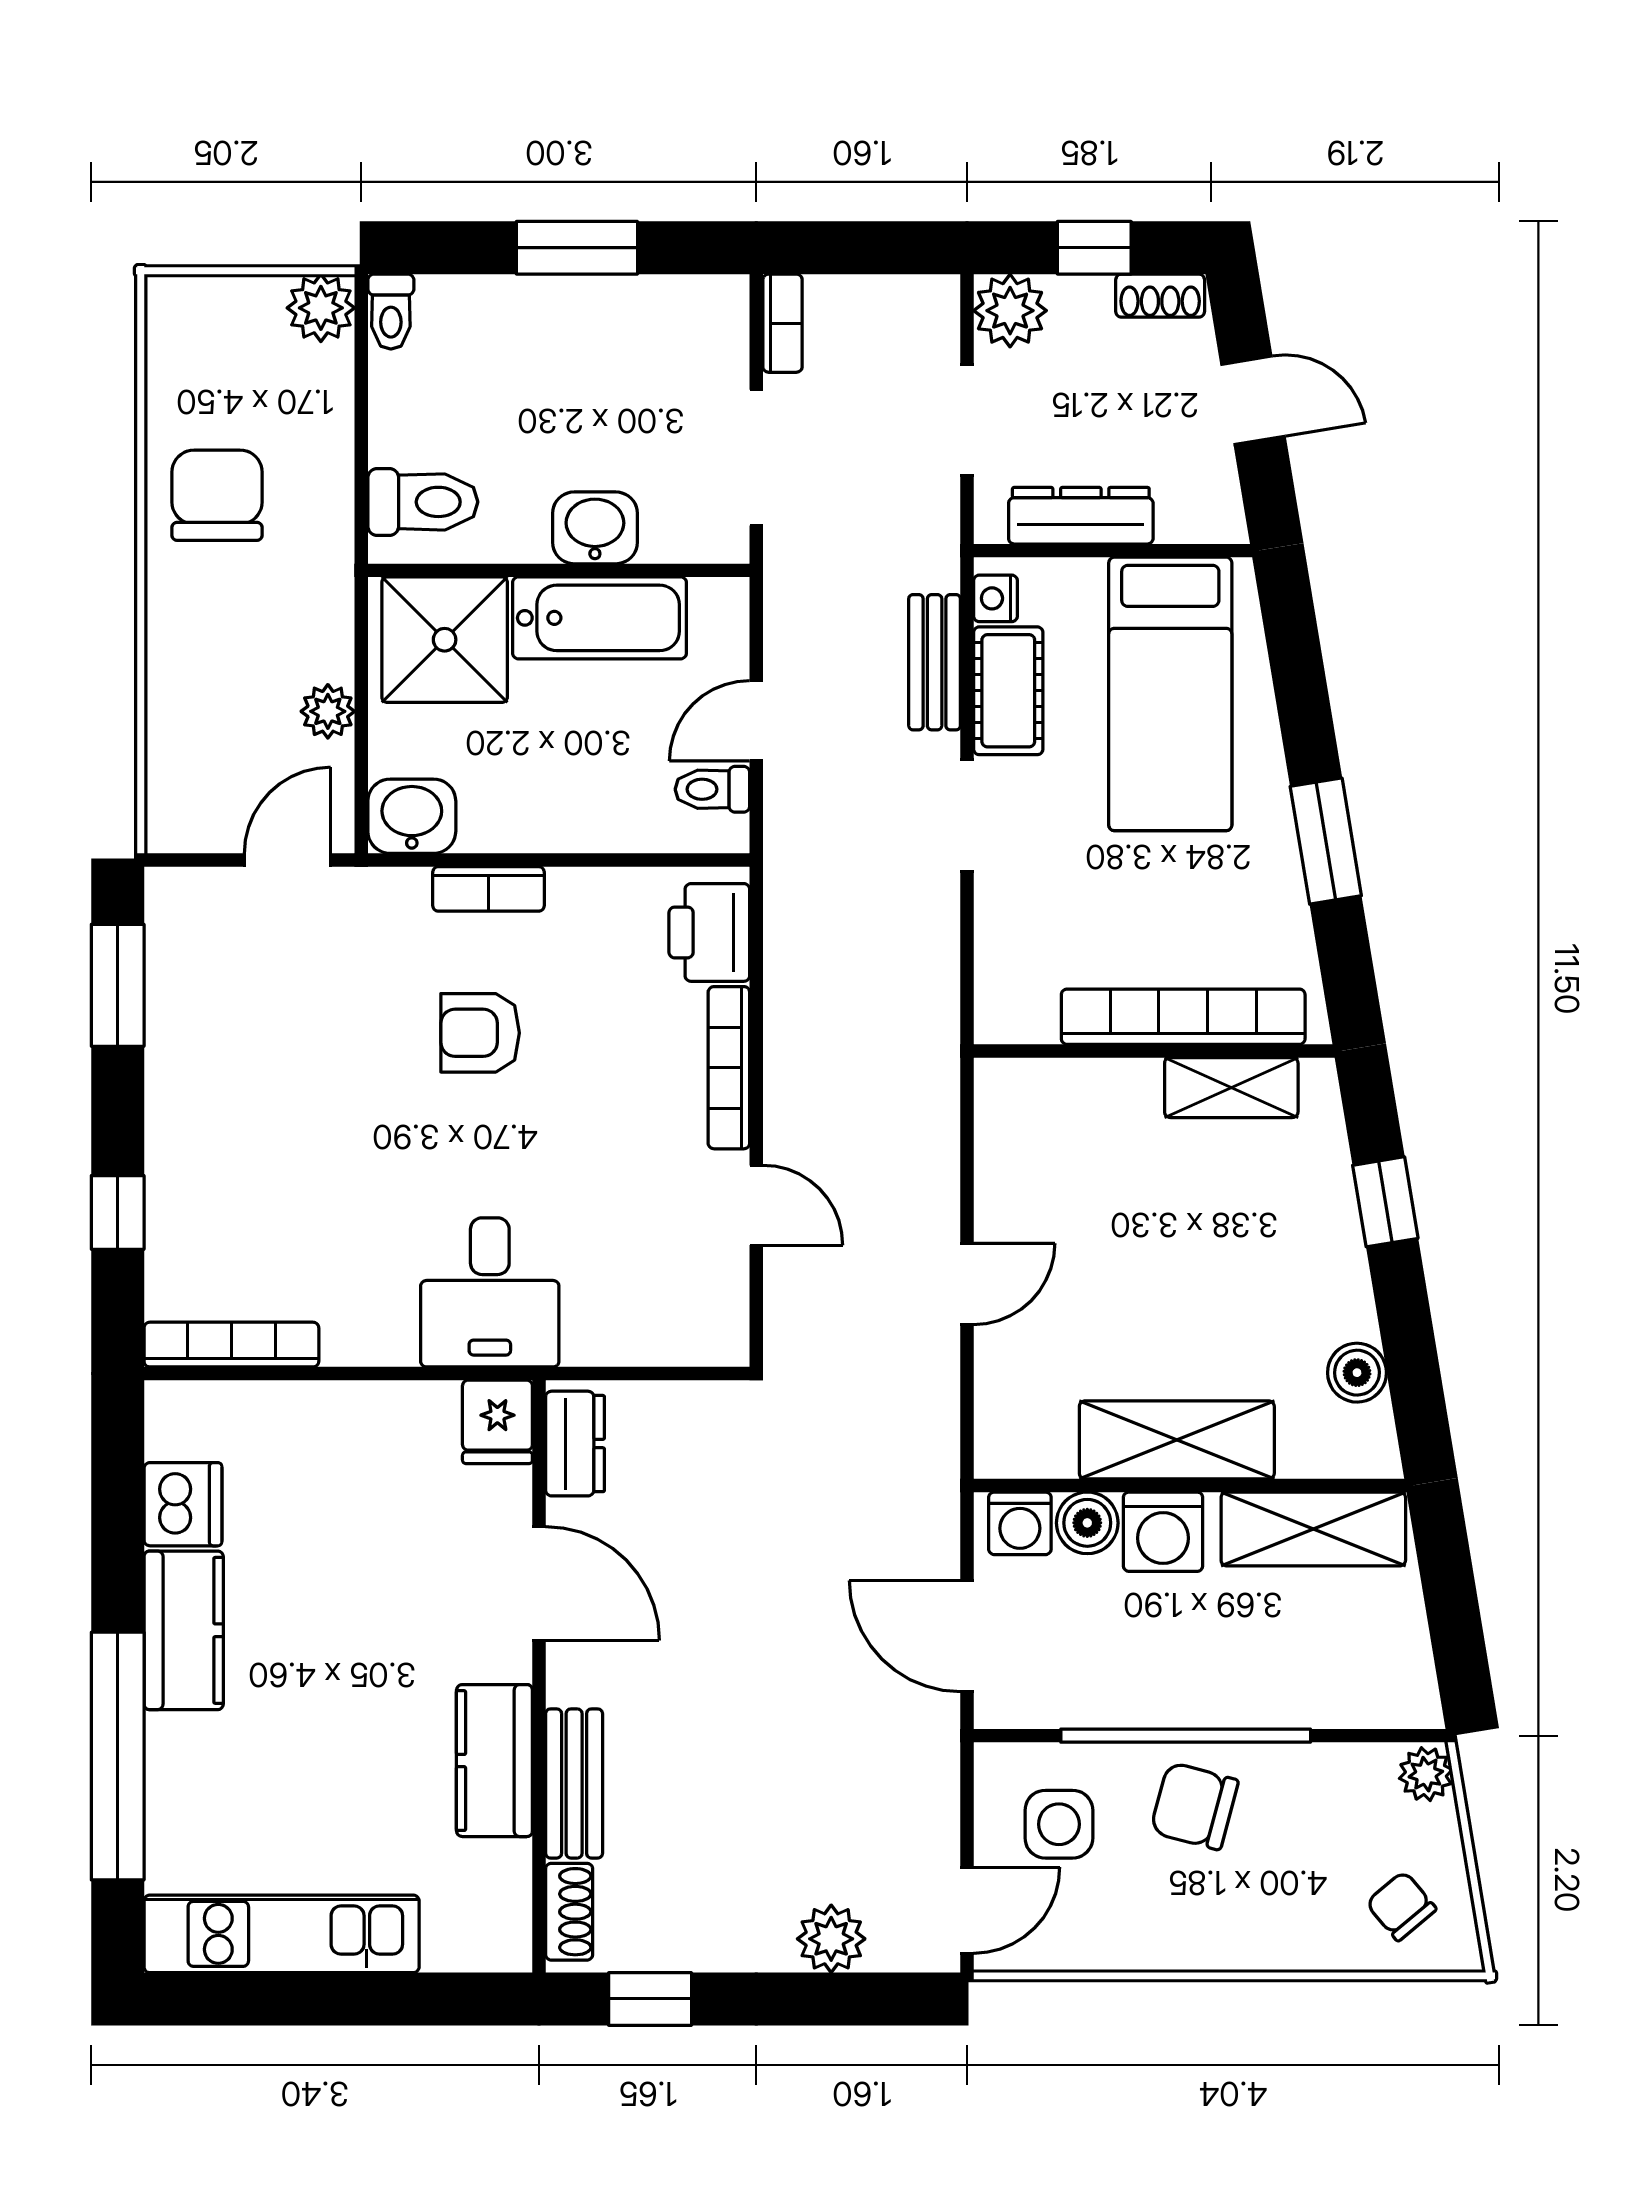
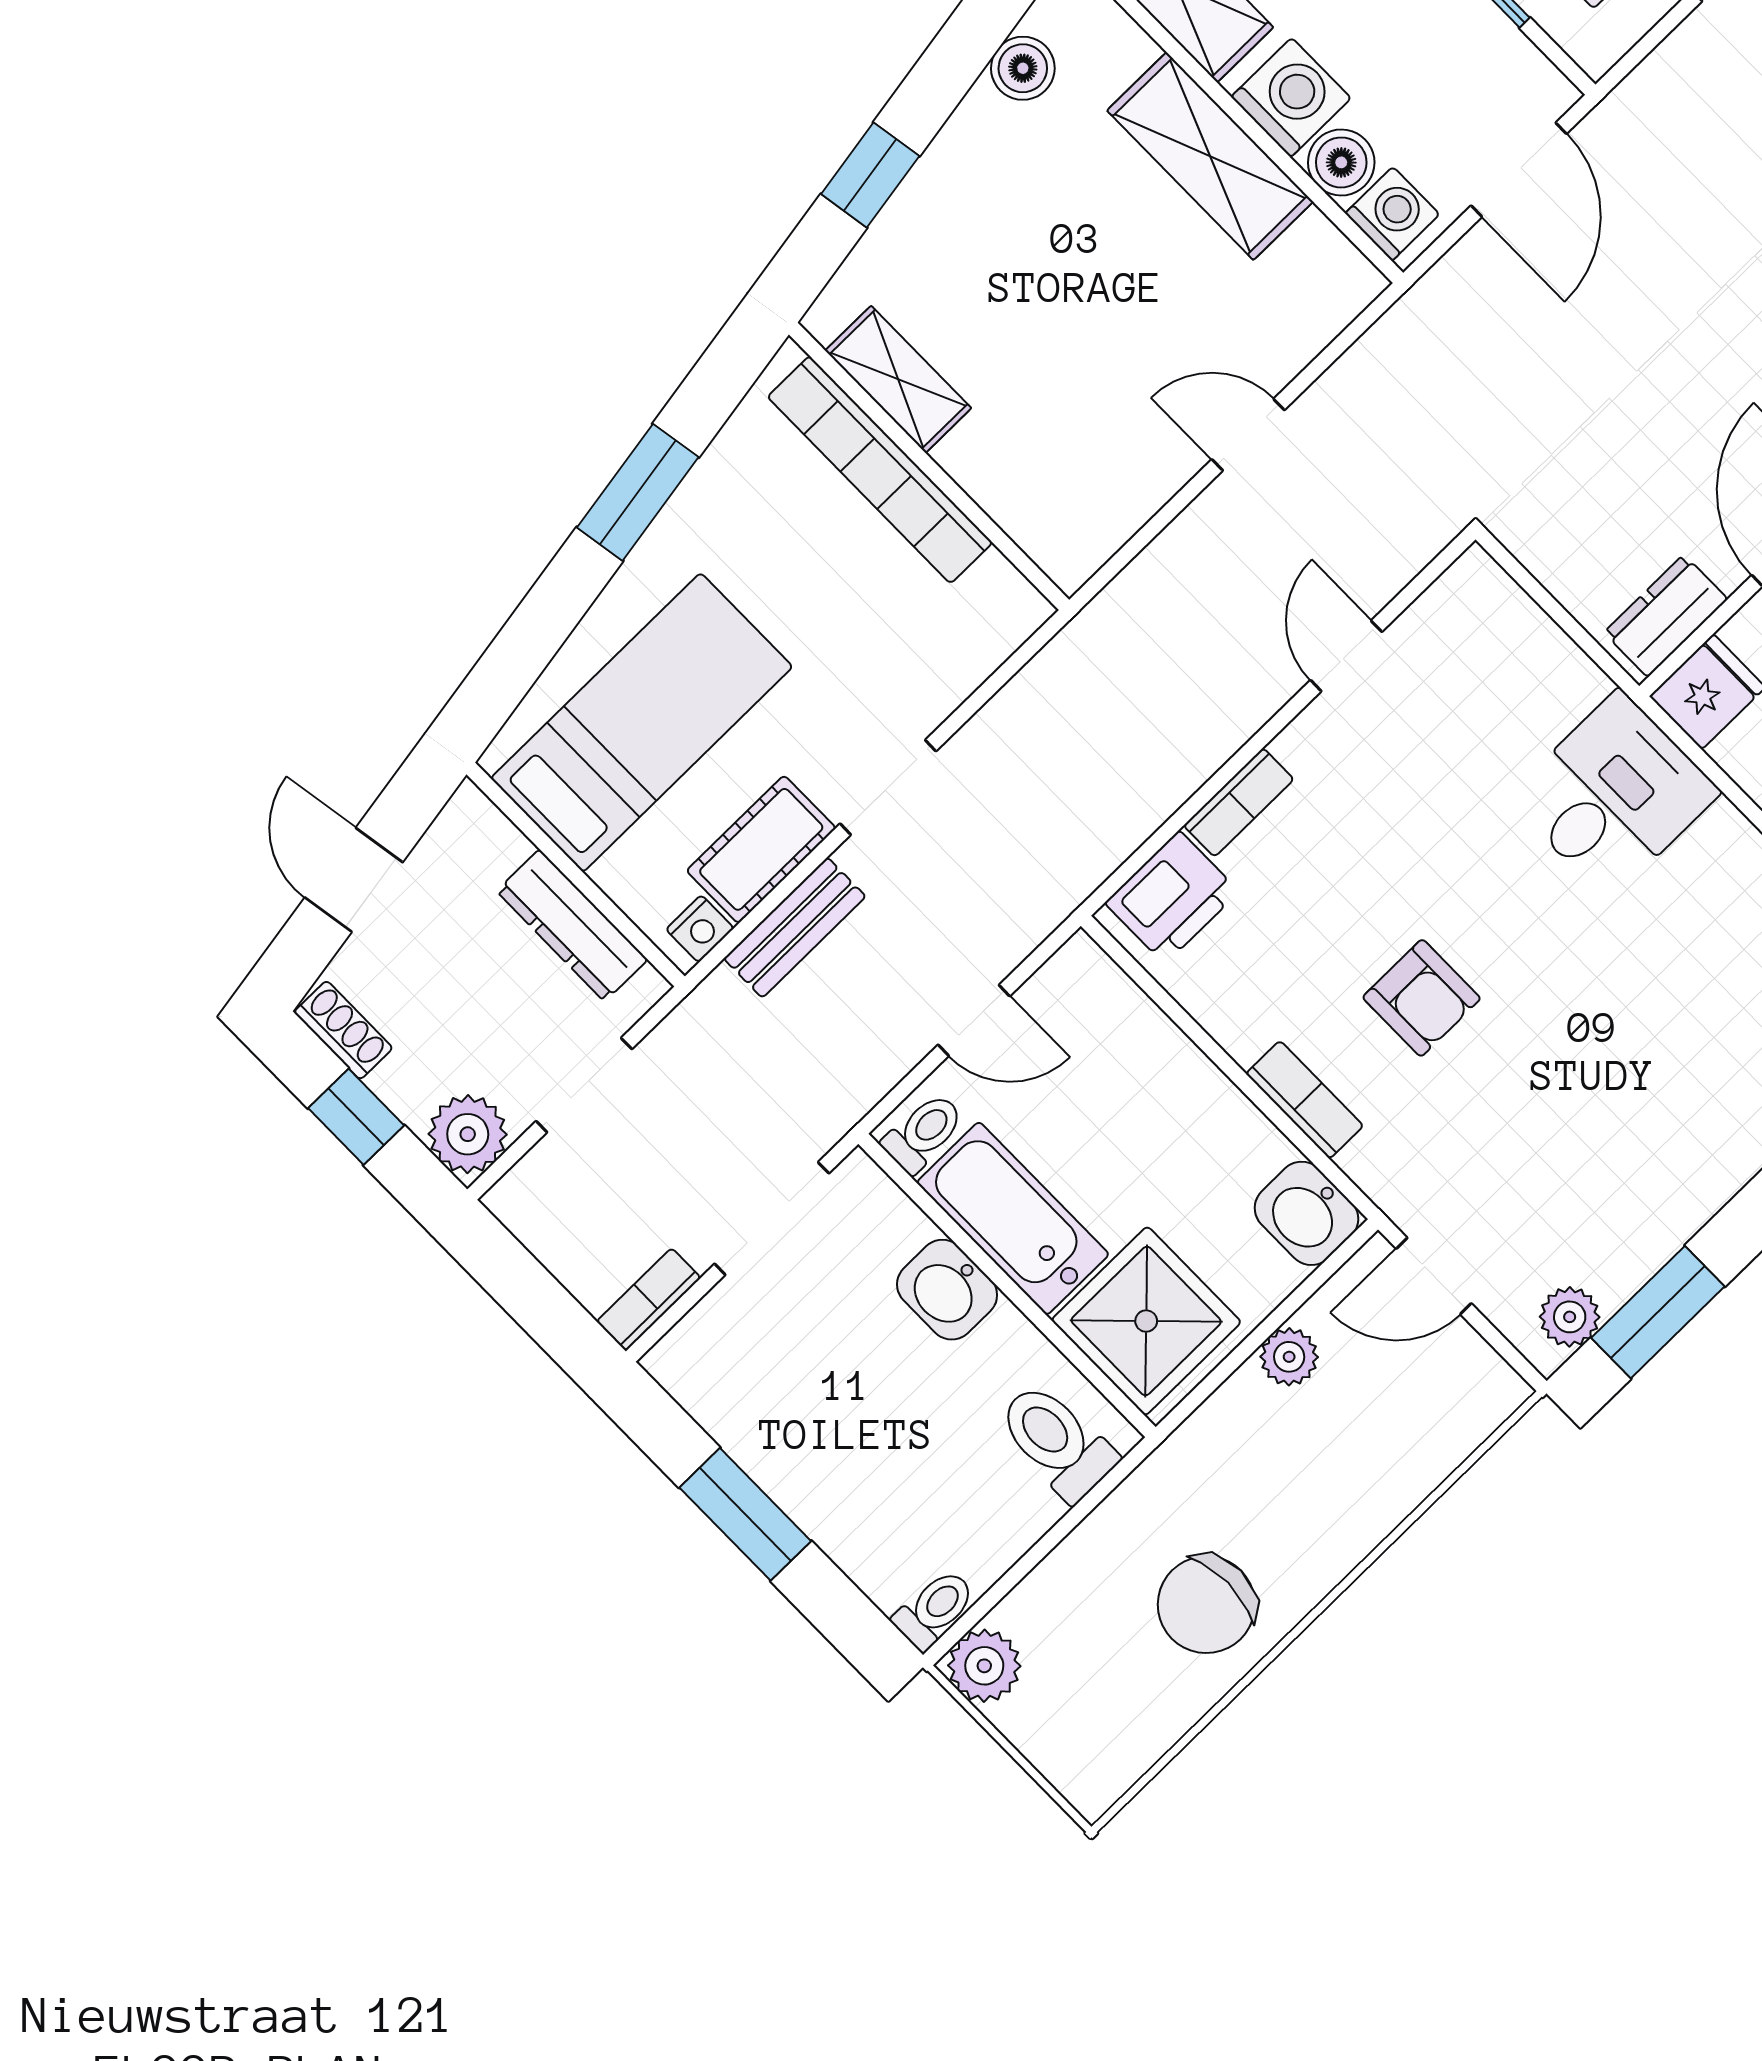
toilet: (712, 789) -> (923, 1133), moved, turned -90
plant: (172, 924) -> (1570, 1317), added
bookcase: (729, 1068) -> (1239, 802), width x0.64

